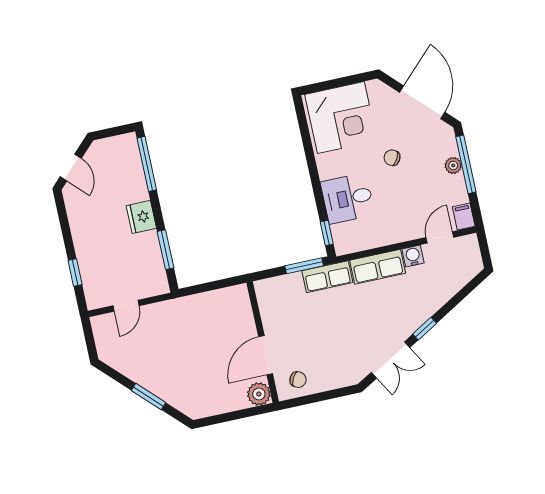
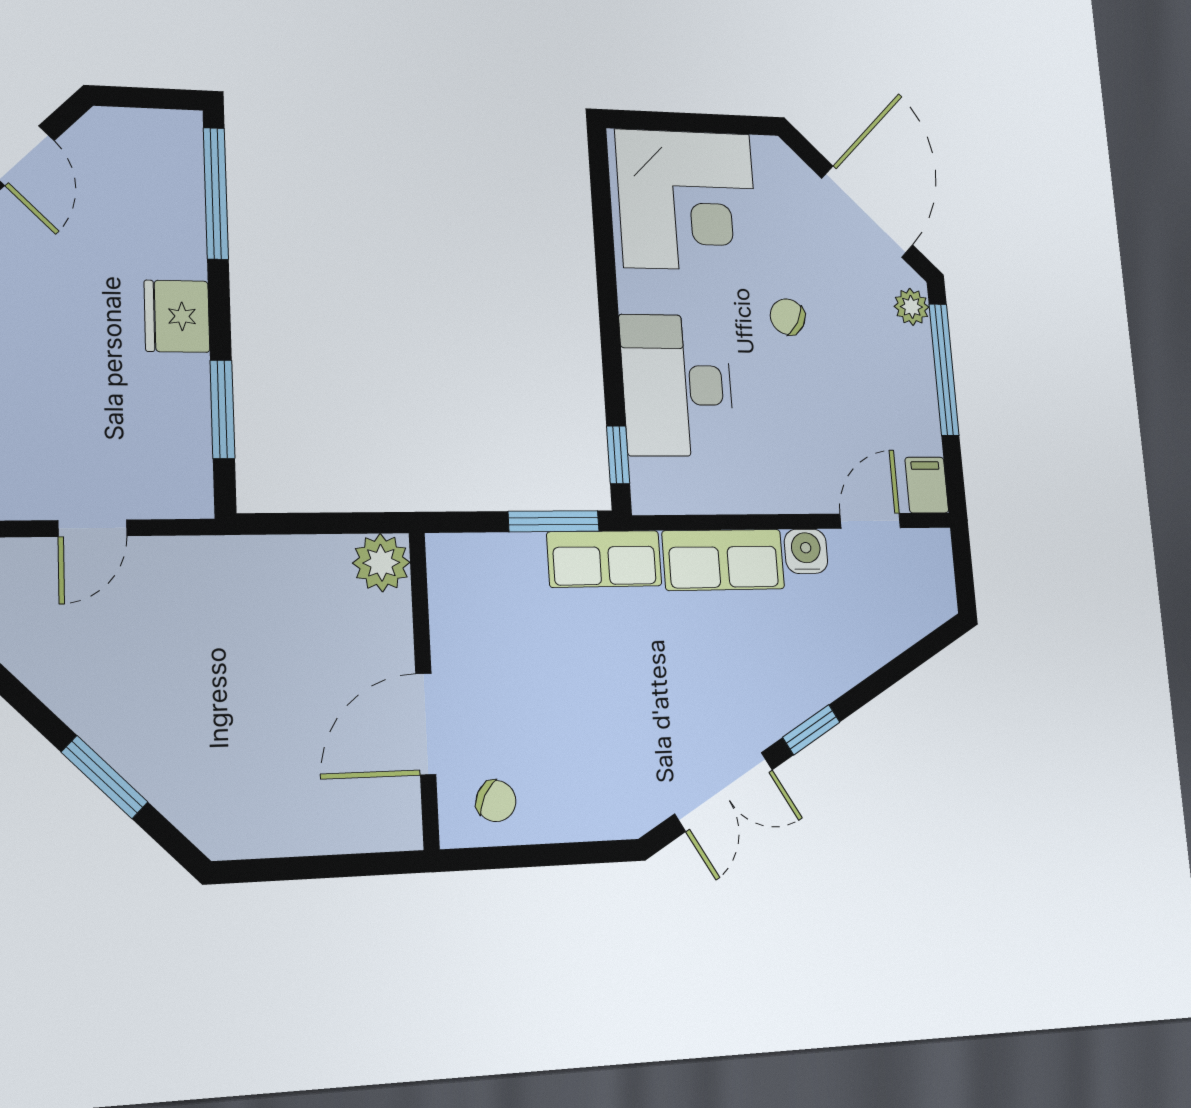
plant: (453, 165) -> (911, 307), moved
desk: (348, 198) -> (677, 385), width x1.37
plant: (259, 394) -> (381, 563), moved

